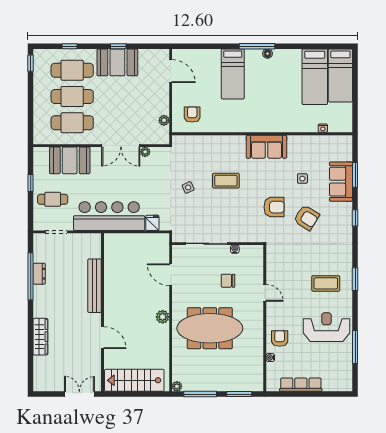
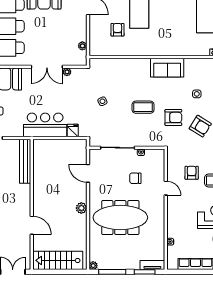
armchair: (192, 115) -> (117, 30), moved
coffee table: (226, 181) -> (143, 107), moved
bar counter: (109, 216) -> (45, 125), width x0.73
bench: (95, 286) -> (25, 161), moved
armchair: (280, 338) -> (192, 173), moved
tv unit: (249, 386) -> (152, 265), added

